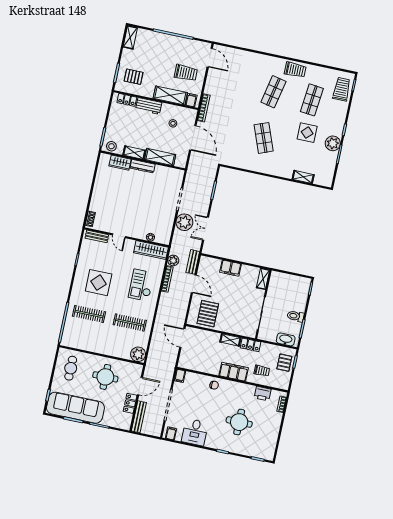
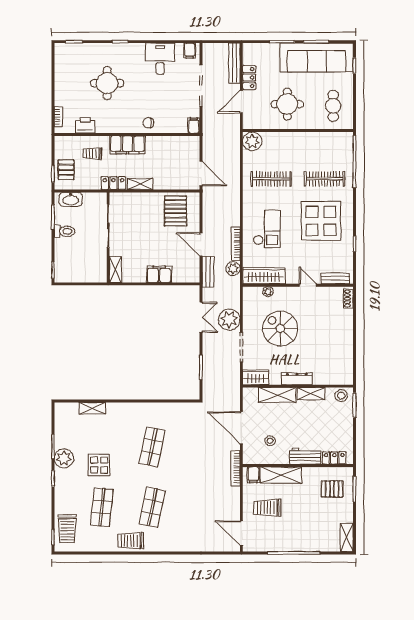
shop shelf: (264, 138) -> (152, 447), turned 33
wardrobe: (120, 163) -> (256, 377), moved
spiral stairs: (147, 207) -> (280, 328), added
display table: (99, 283) -> (321, 221), width x1.36, depth x1.36

